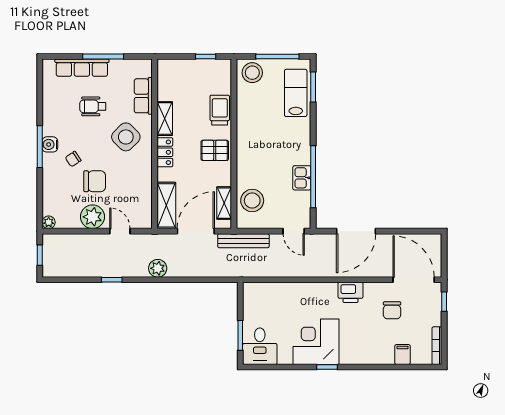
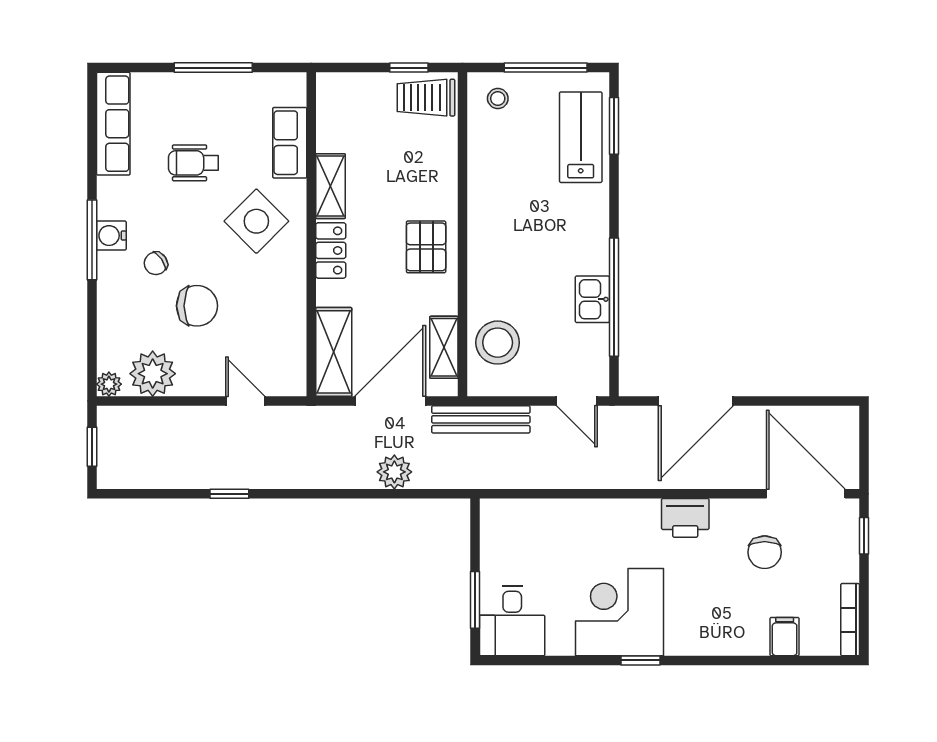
row of seats: (82, 68) -> (113, 124), moved, turned -90
stool: (252, 73) -> (498, 99), width x0.53, depth x0.53
trolley: (220, 110) -> (426, 98), moved, turned -90
pallet: (215, 150) -> (426, 247), turned 90
plant: (93, 217) -> (153, 374), moved
plant: (158, 268) -> (394, 472), moved

